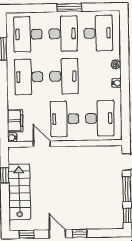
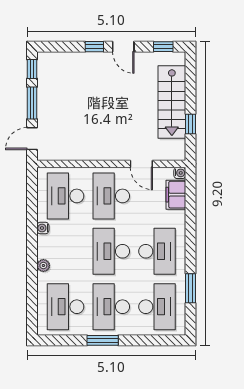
water cooler: (117, 83) -> (43, 228), moved
desk: (65, 119) -> (111, 196), turned 180

